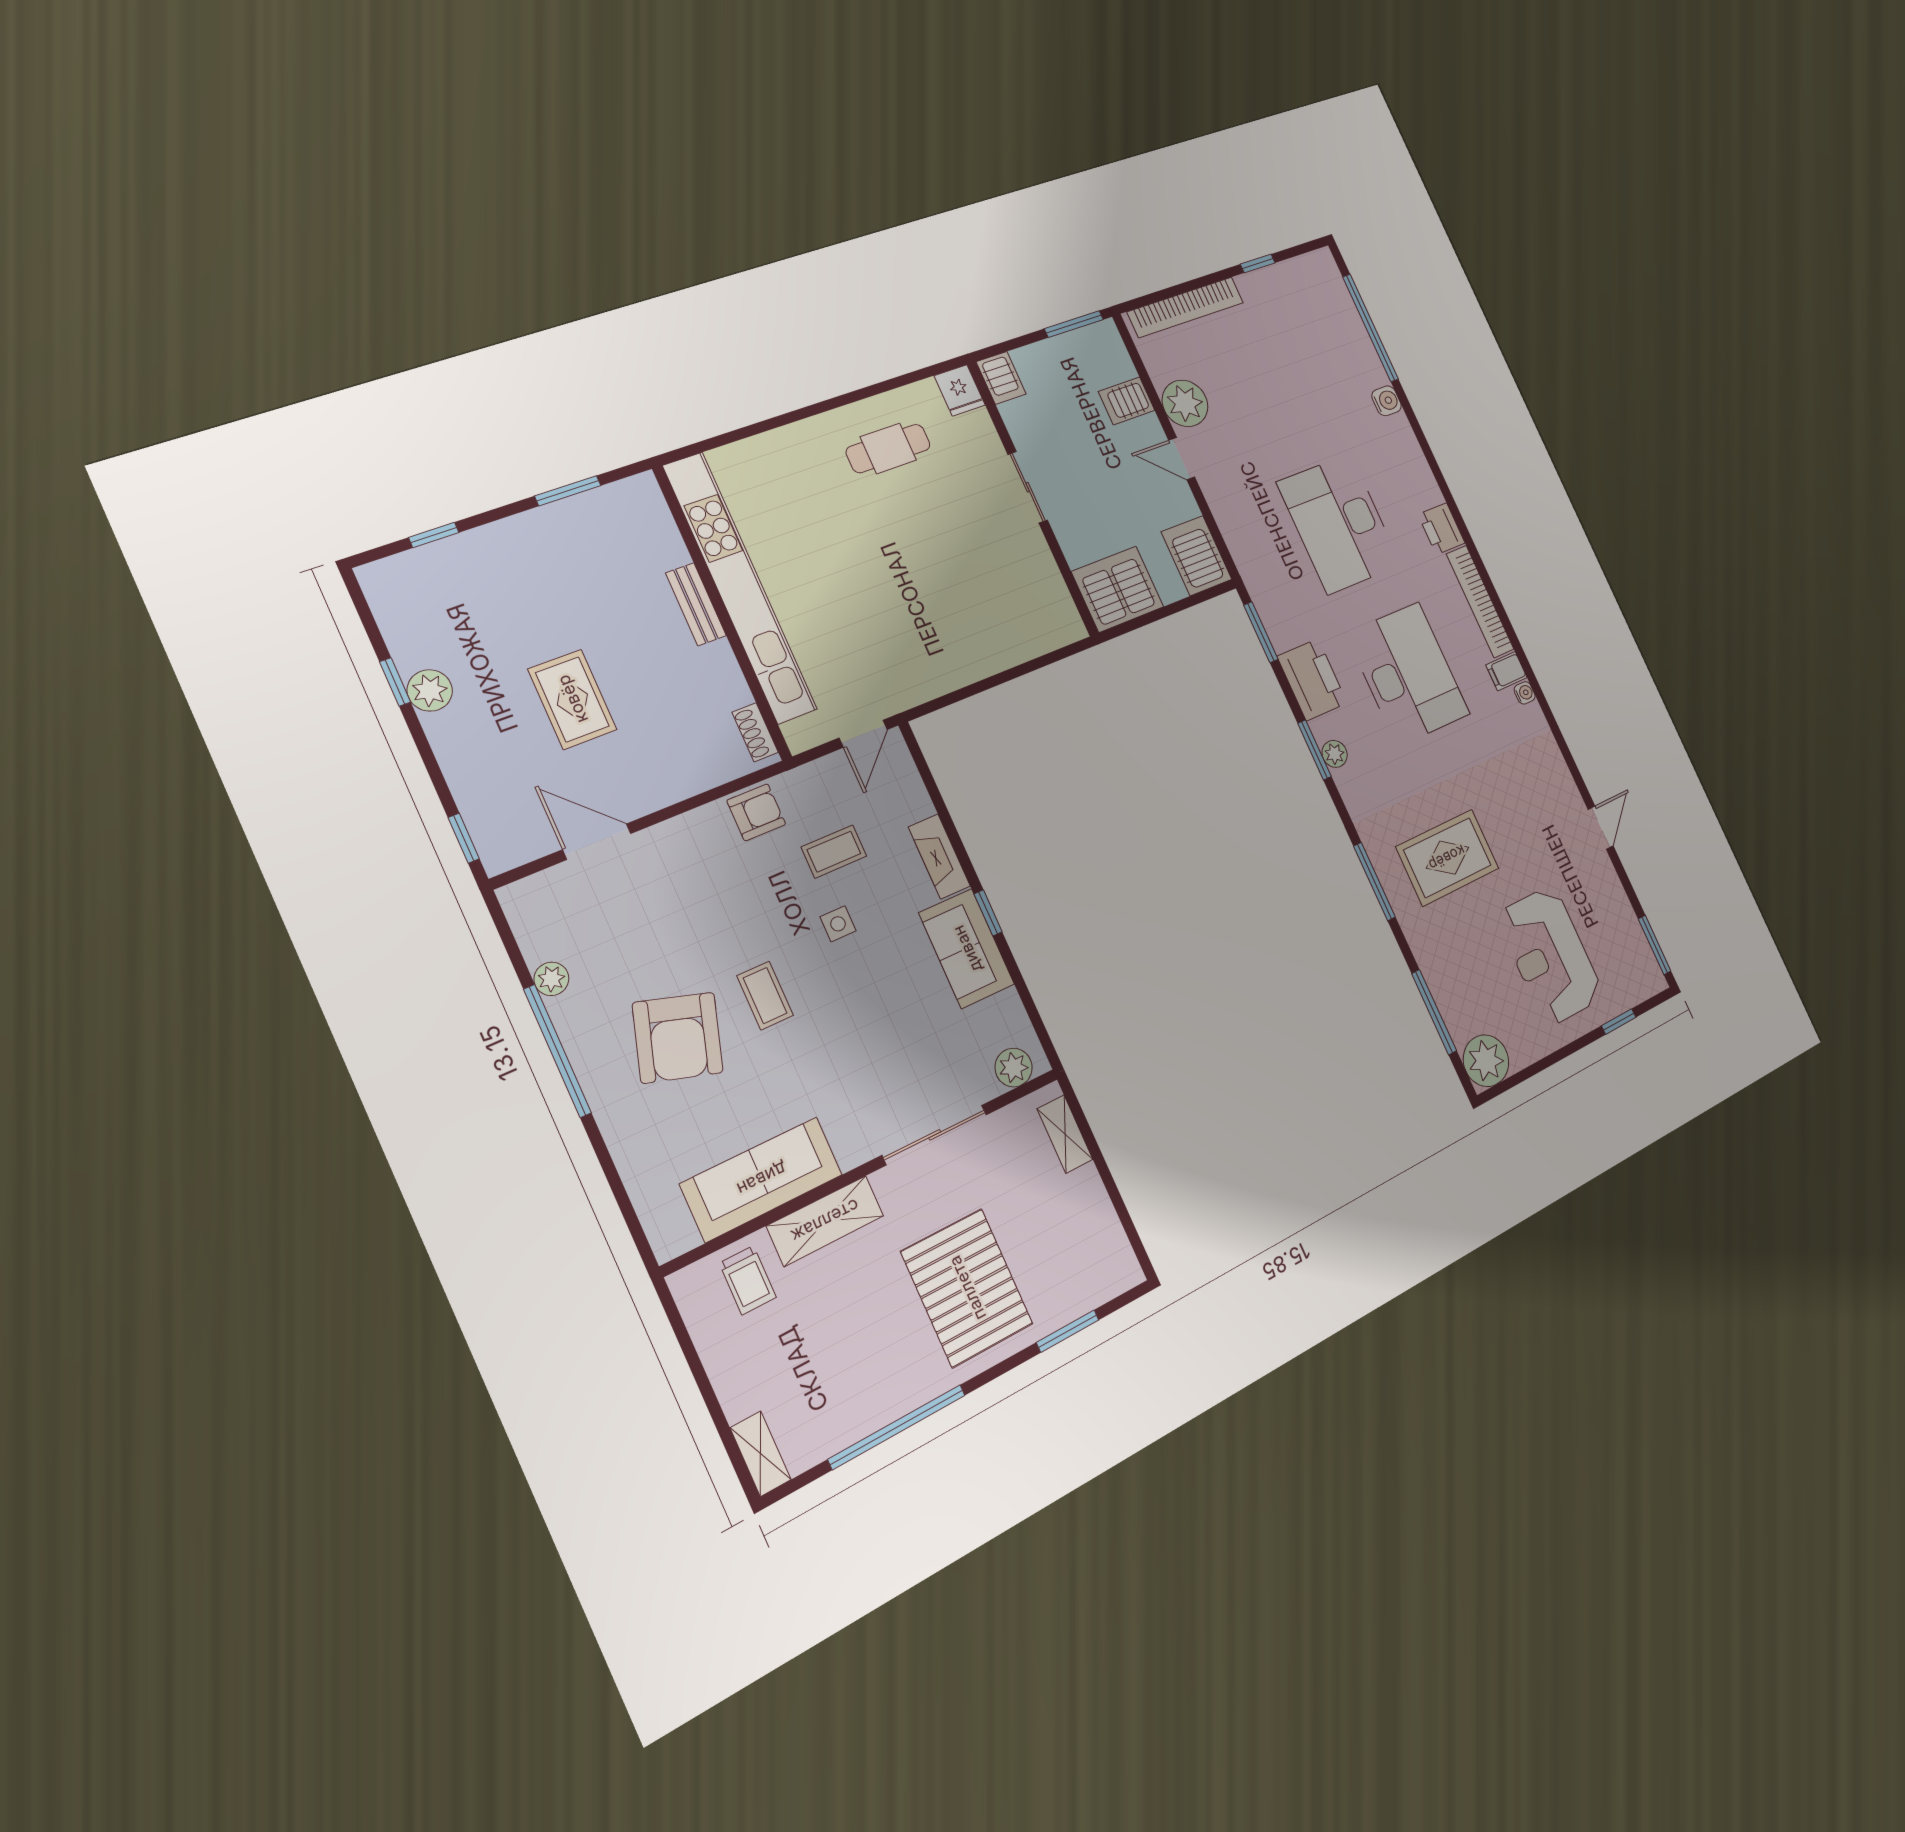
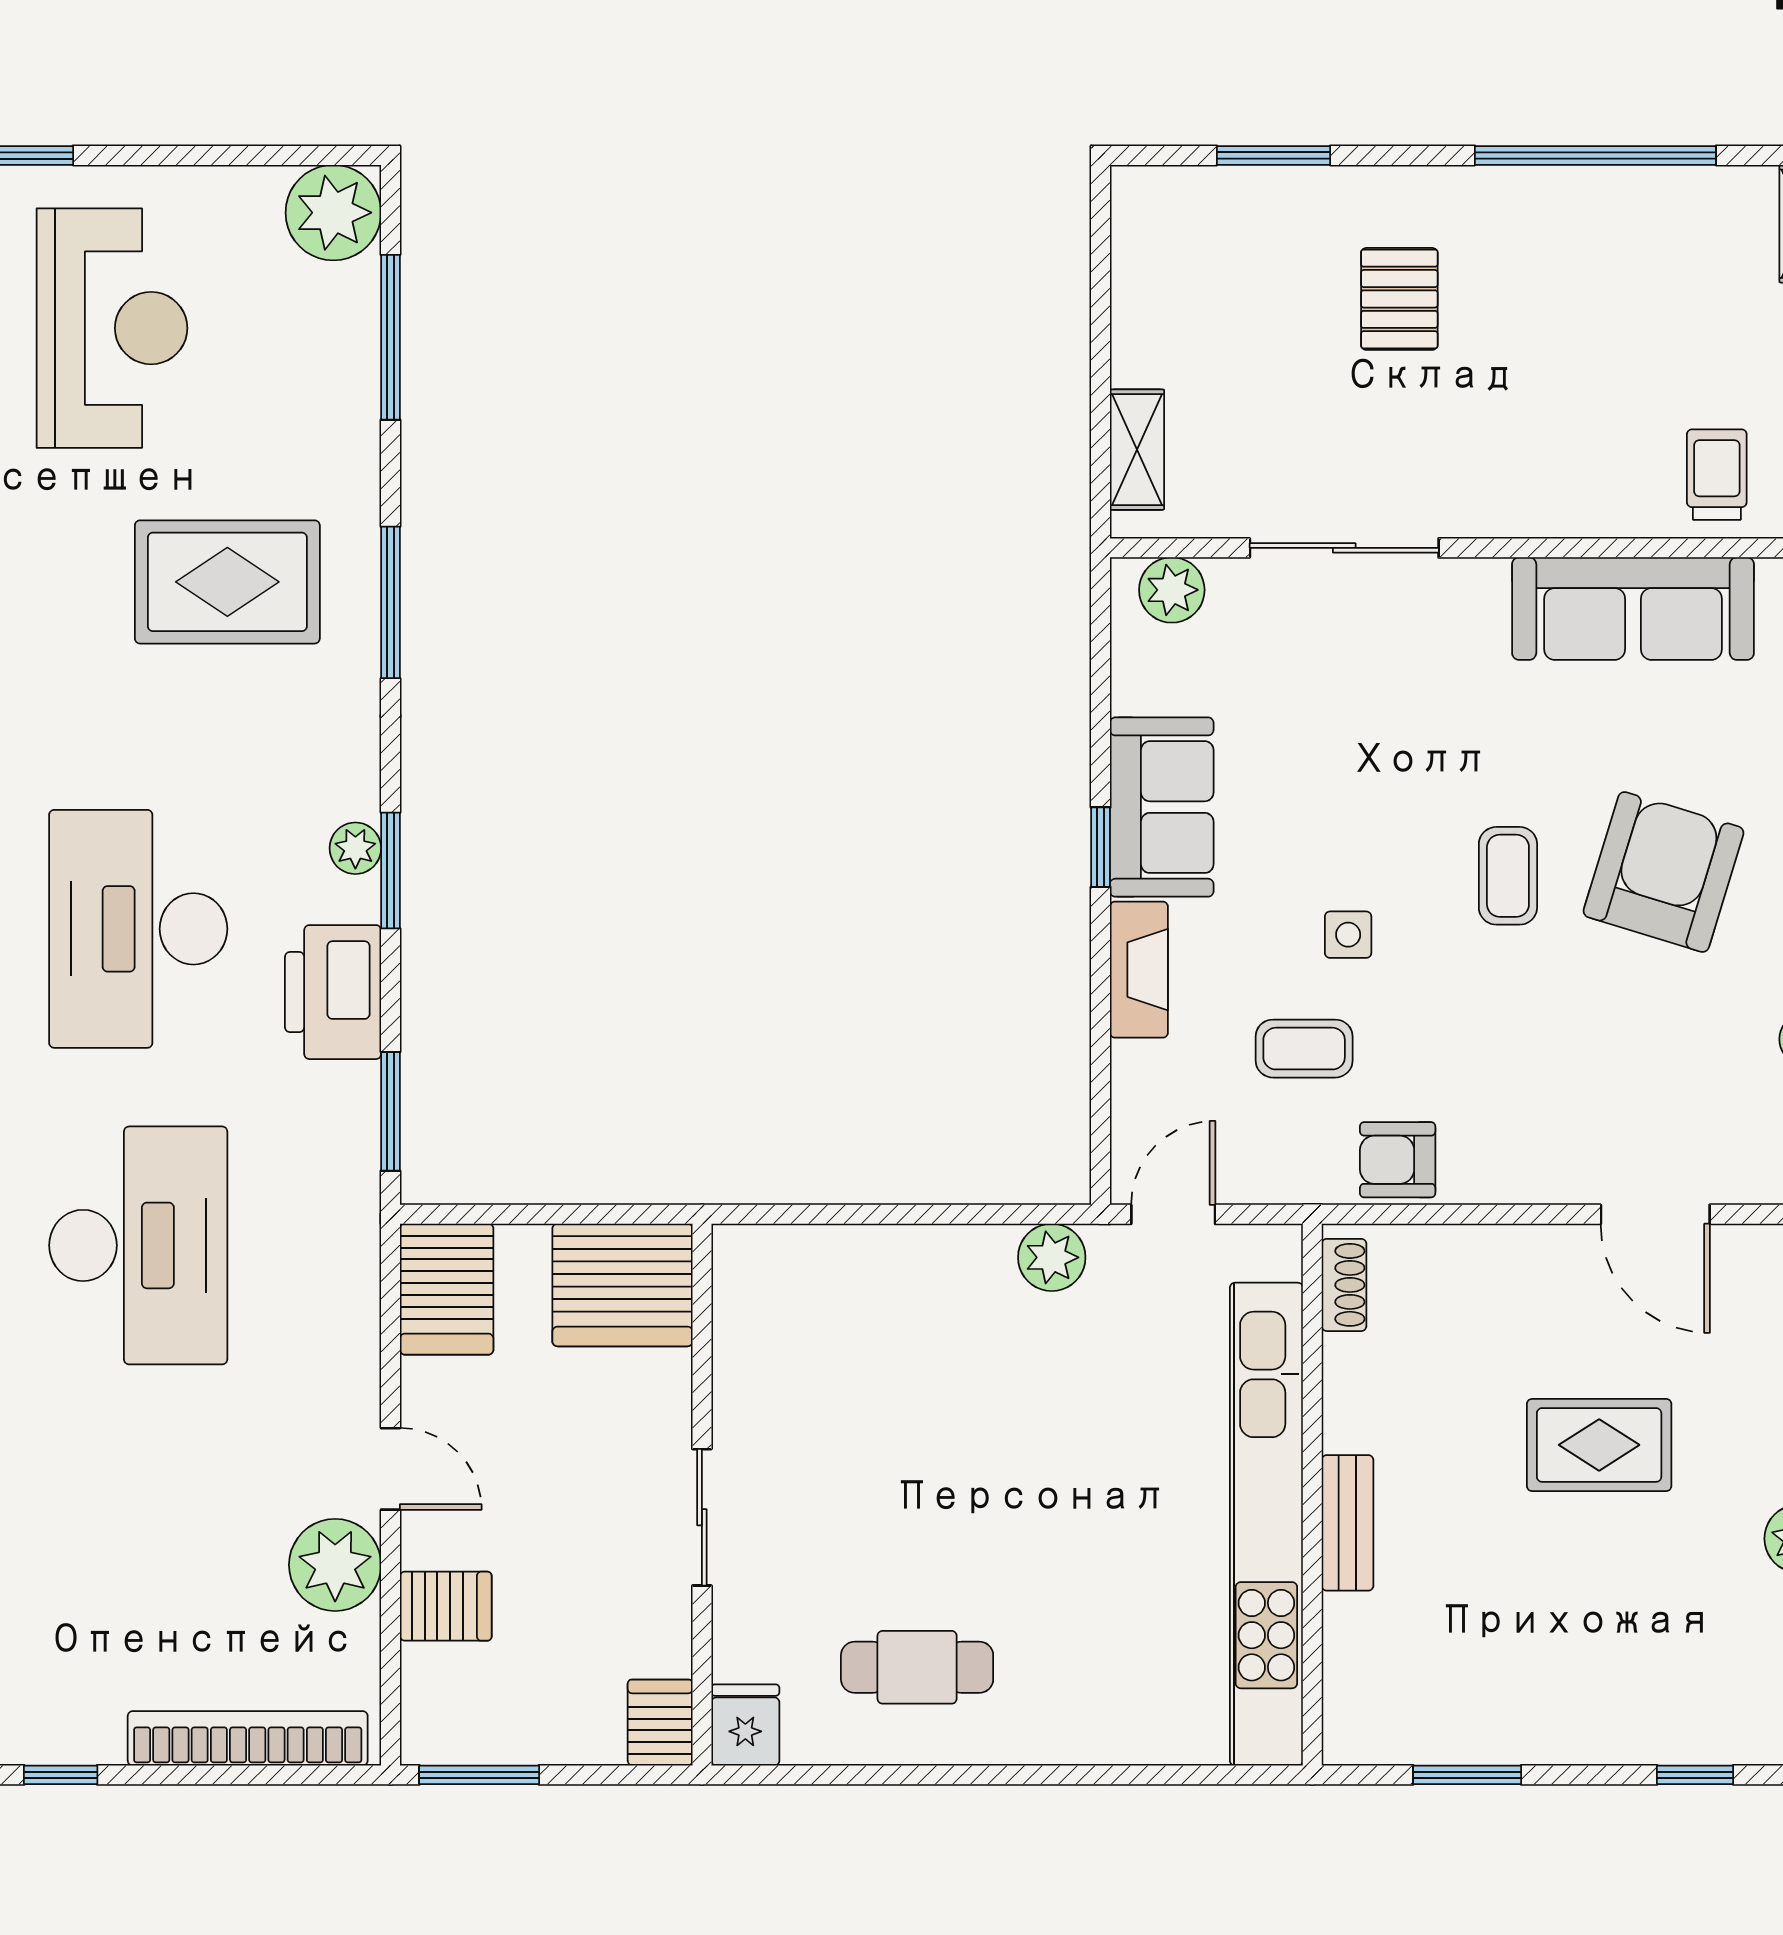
plant: (916, 686) -> (1052, 1257), added
rug: (572, 699) -> (1599, 1445), turned 90
shelving: (825, 1221) -> (1567, 503), removed
pallet: (967, 1288) -> (1399, 299), width x0.49, depth x0.50

